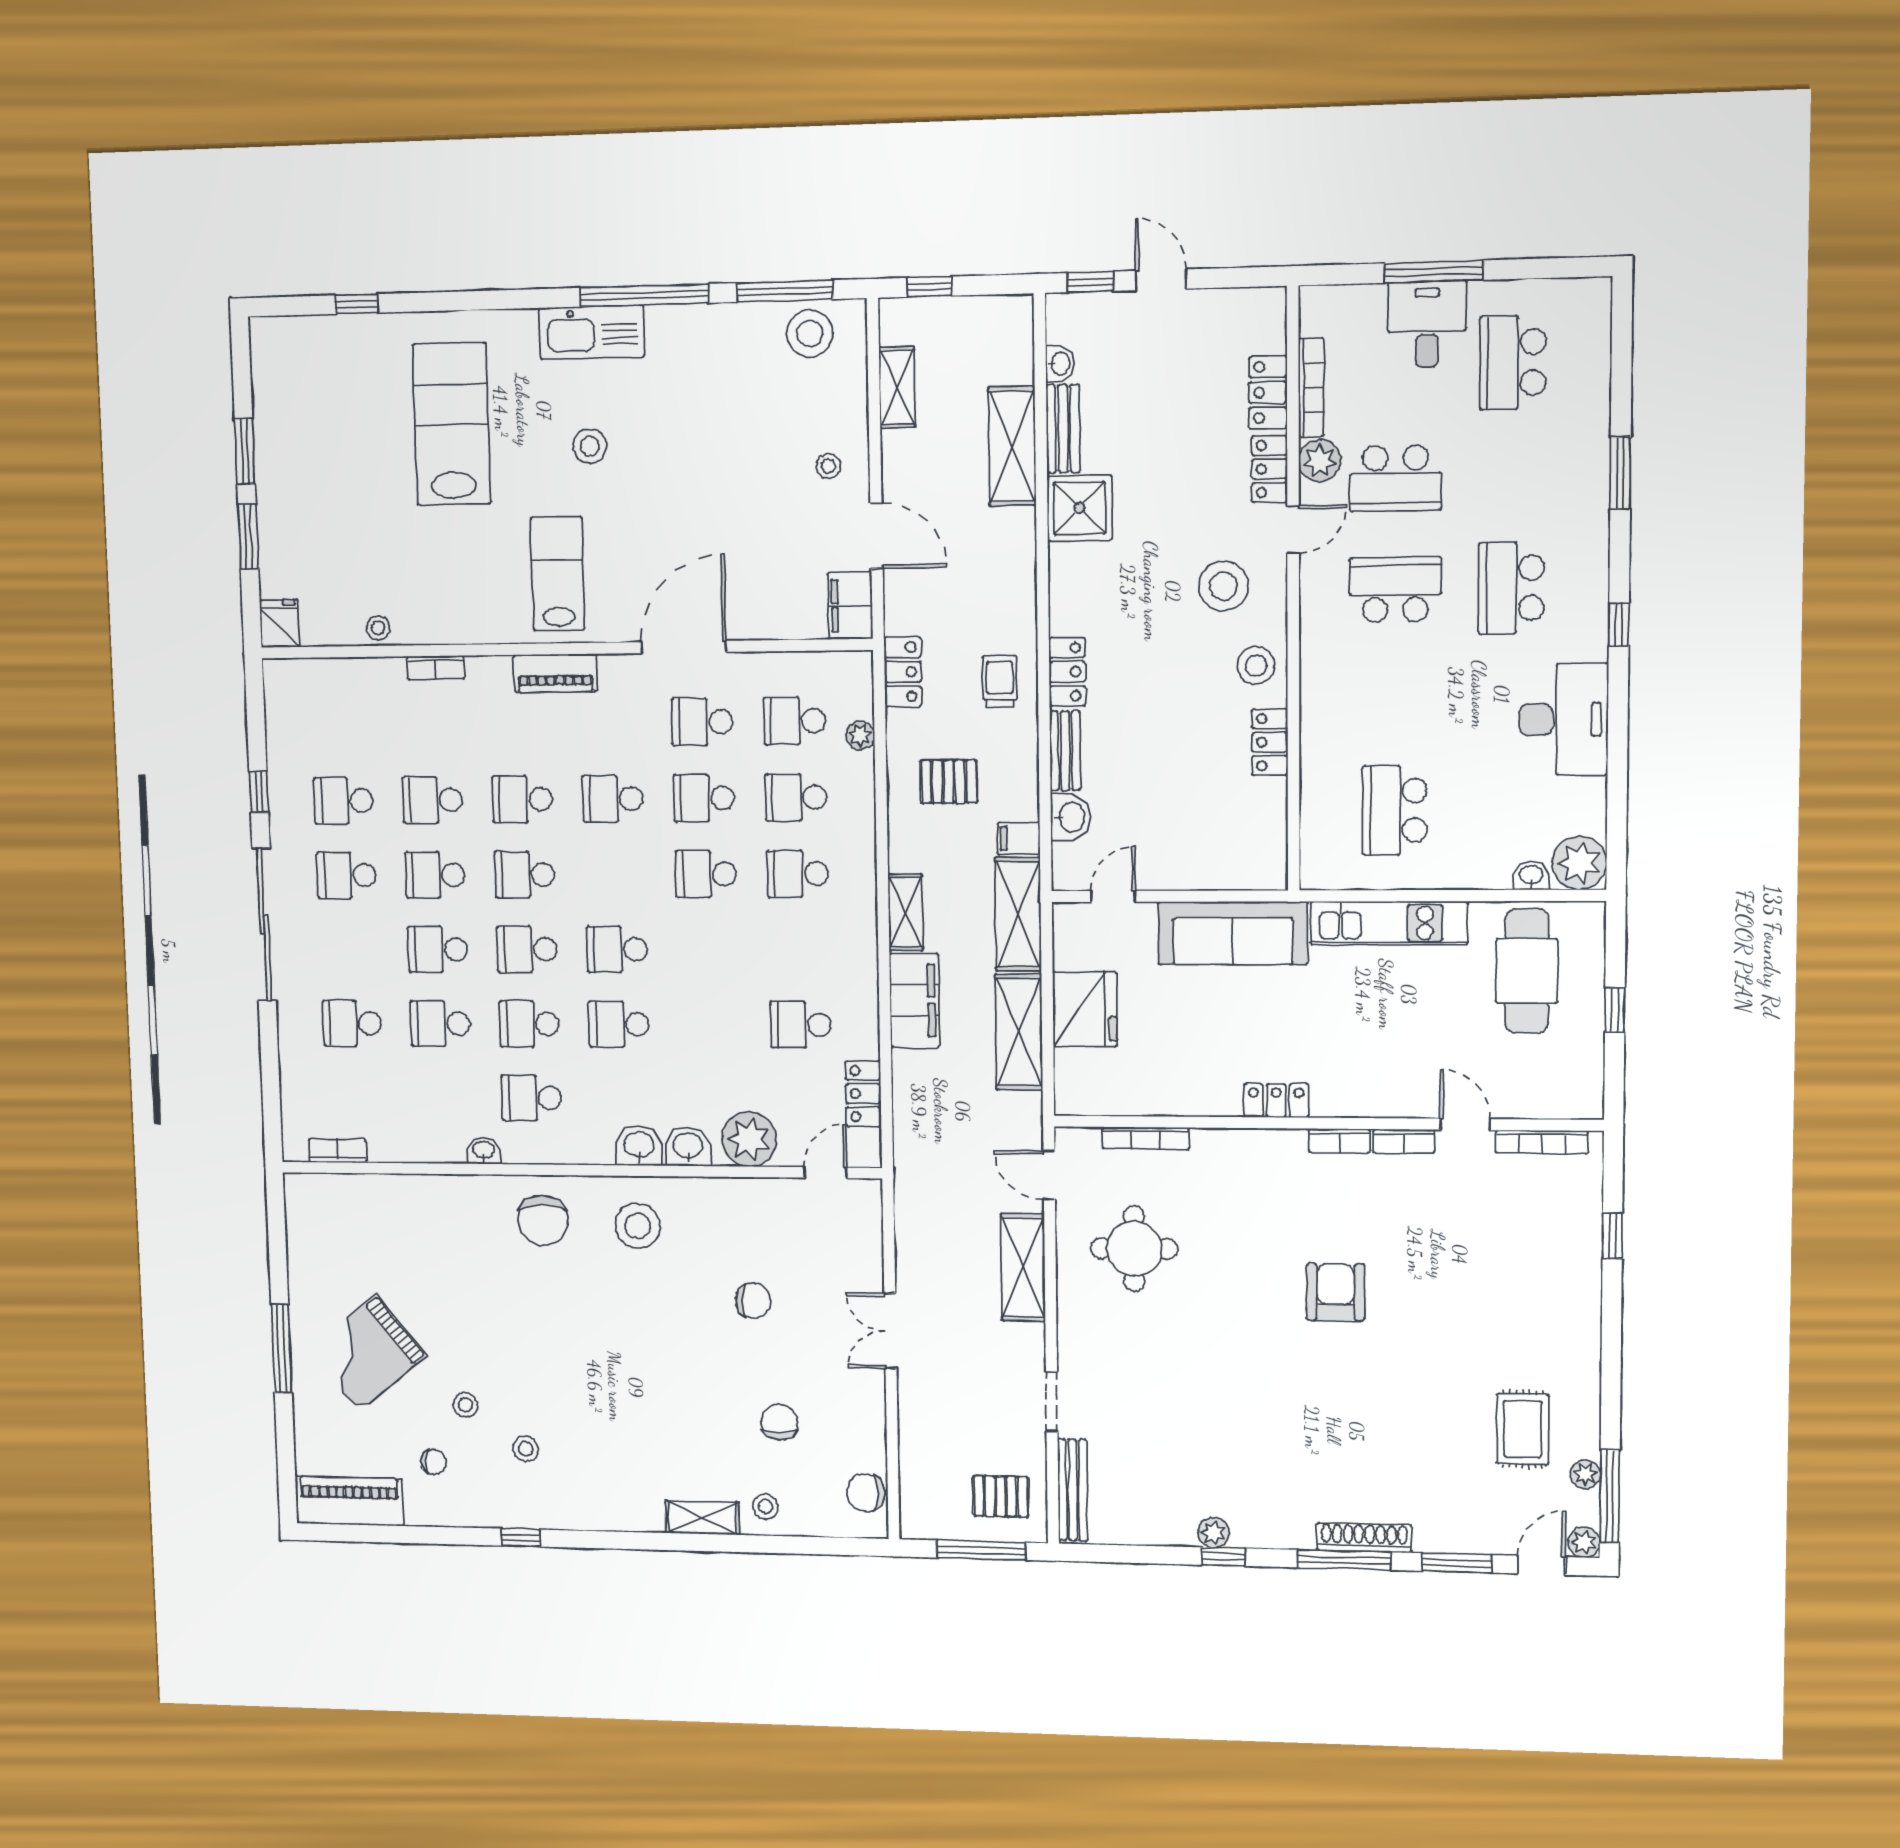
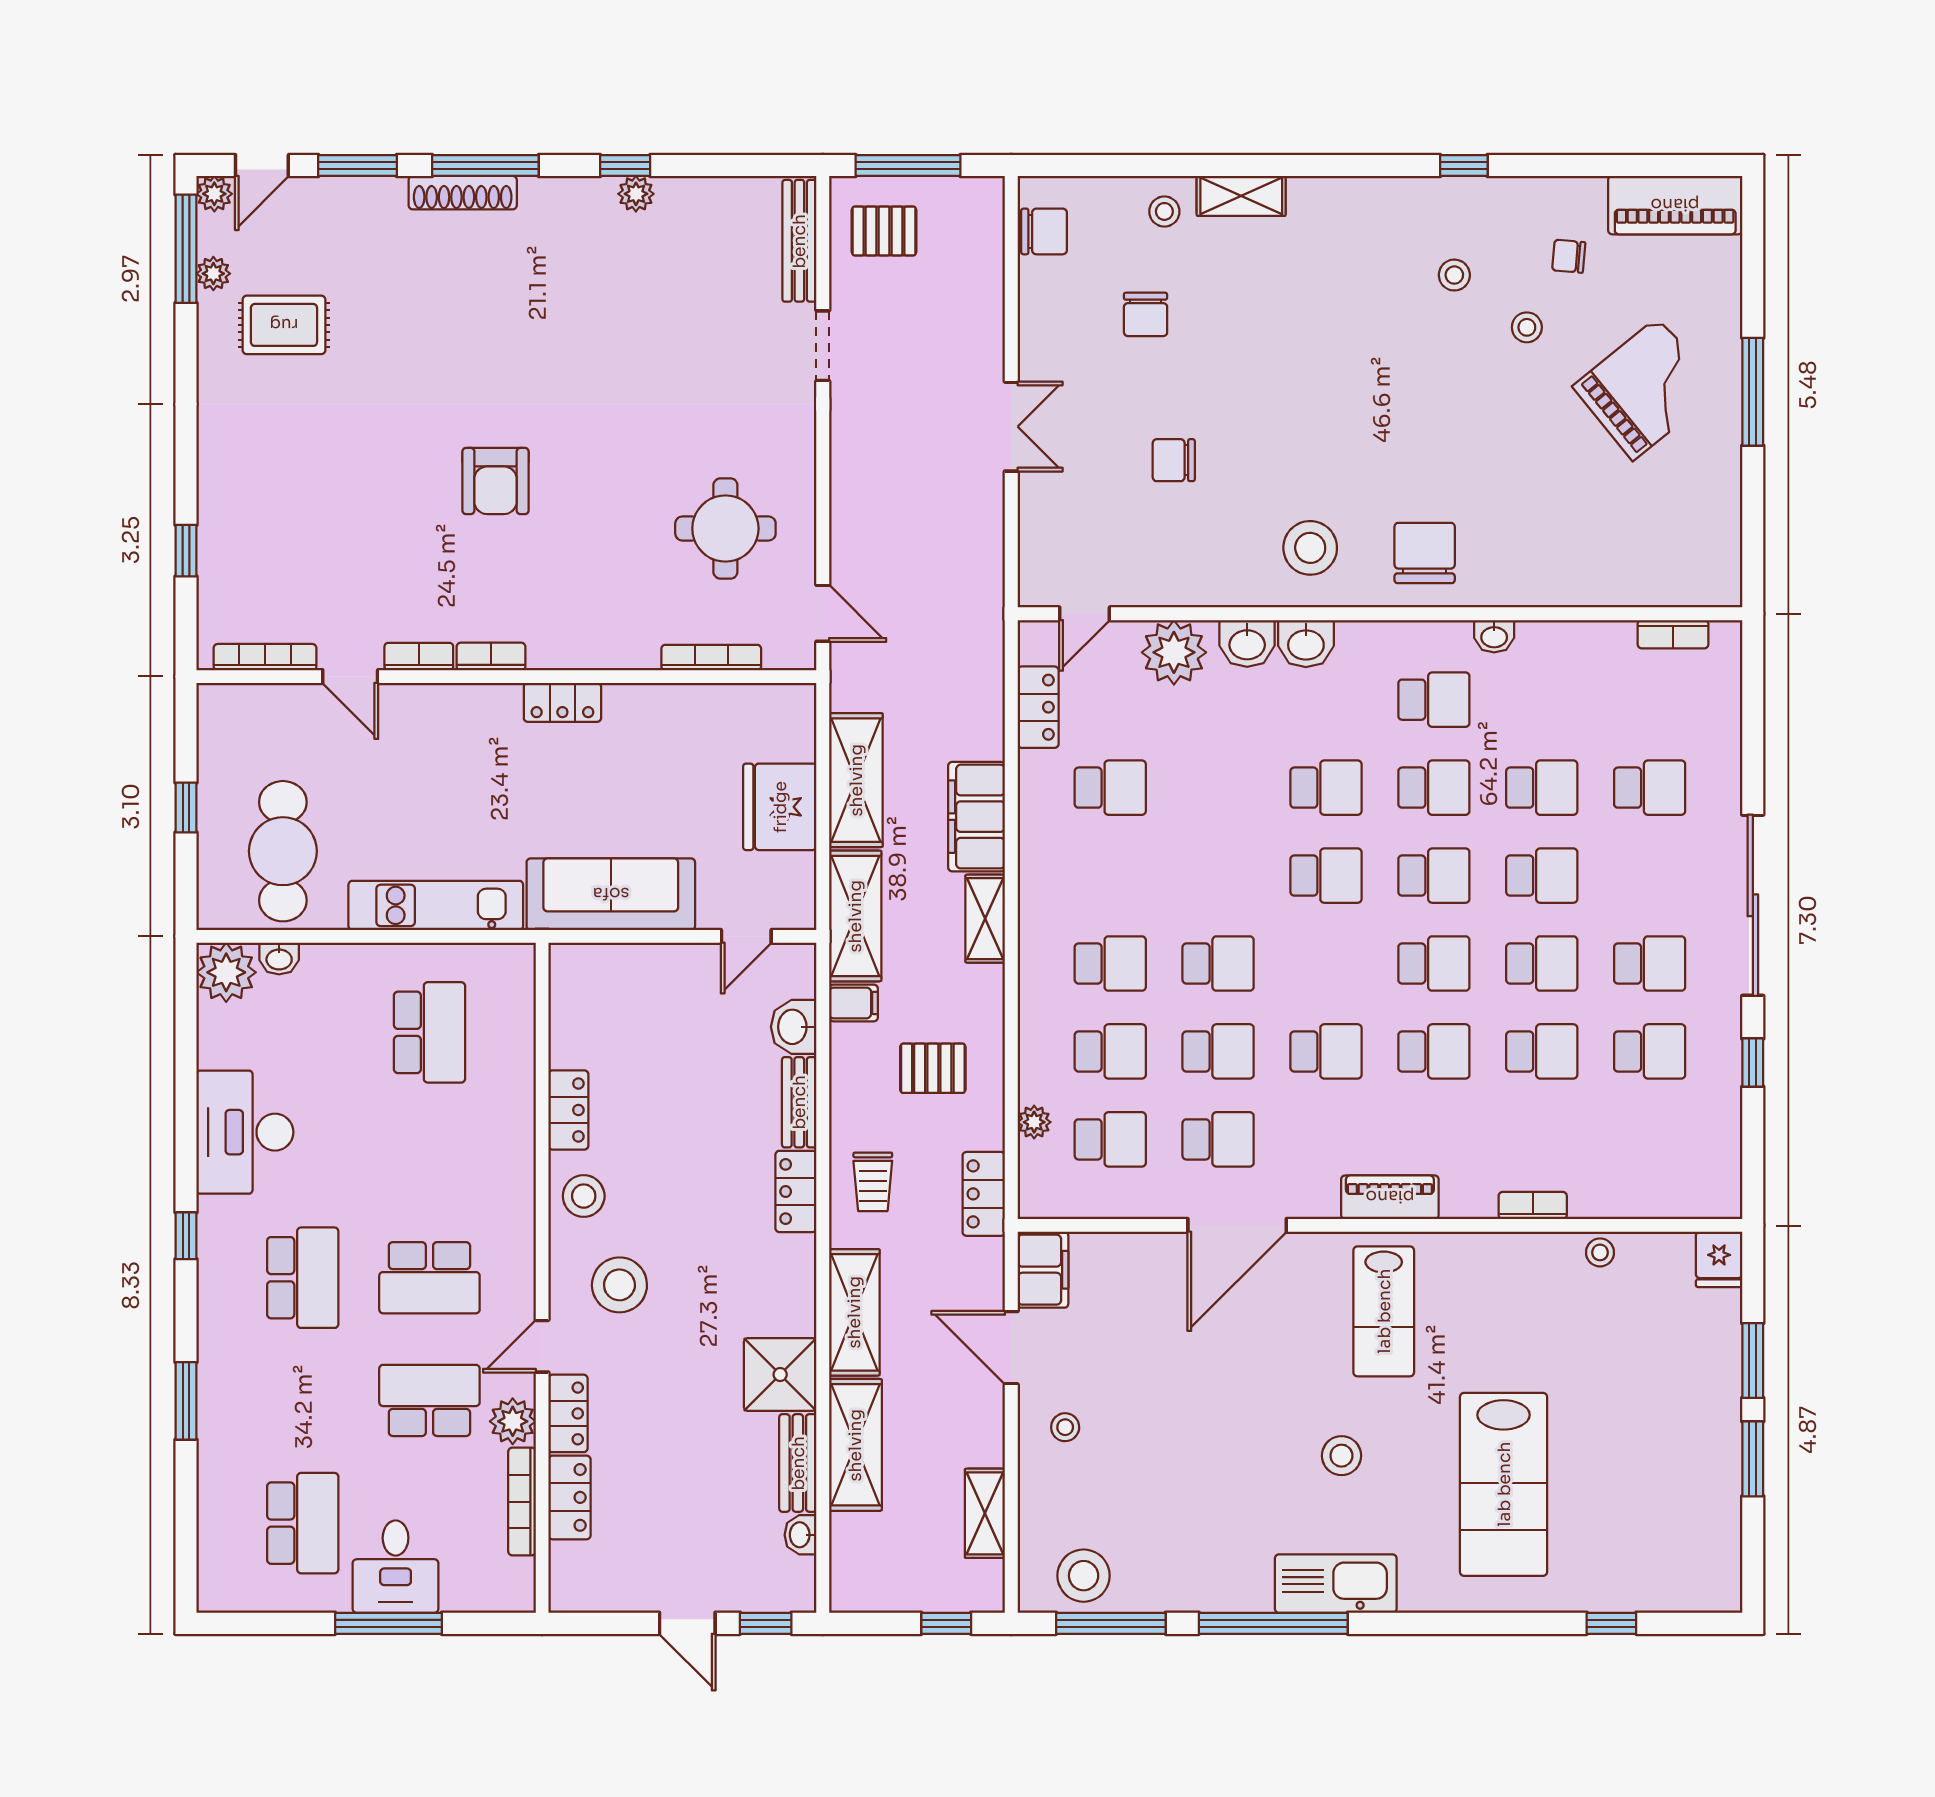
shelving: (1023, 1267) -> (854, 1312), moved
rug: (1523, 1429) -> (284, 325), turned 90

